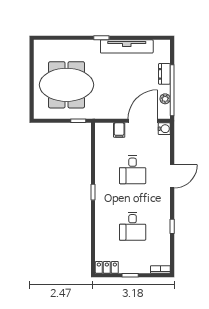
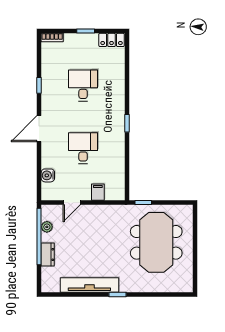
meeting table: (67, 85) -> (156, 242), turned 90
door: (143, 121) -> (72, 202), width x0.53
water cooler: (164, 129) -> (48, 175), moved
door: (172, 176) -> (39, 129), moved

